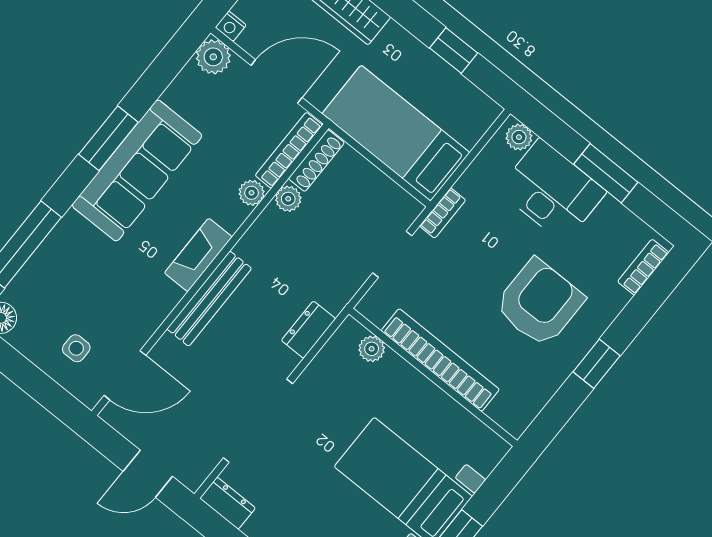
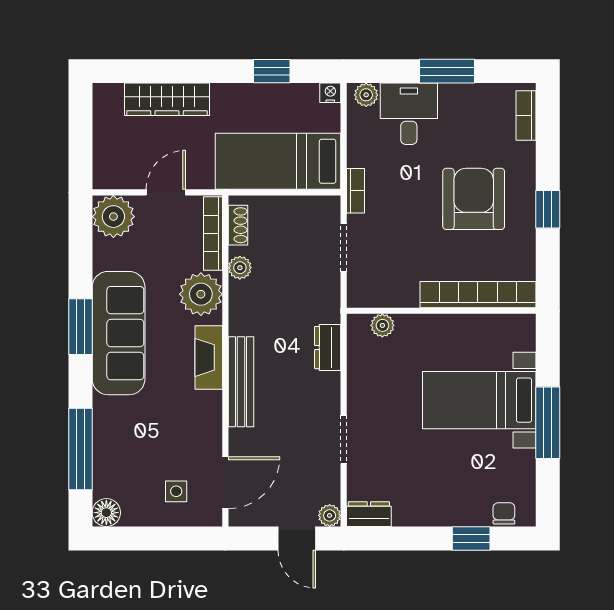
nightstand: (231, 26) -> (330, 93), moved, turned 180
plant: (213, 57) -> (113, 217), width x1.36, depth x1.36
door: (277, 81) -> (166, 192), width x0.73
shoe rack: (316, 161) -> (238, 225), width x0.70
desk: (552, 191) -> (409, 114), width x0.73
plant: (252, 193) -> (201, 294), width x1.88, depth x1.88
bookcase: (440, 360) -> (478, 295), moved
doorway: (258, 421) -> (344, 439), width x0.53
door: (148, 474) -> (297, 538), hinge flipped
plant: (192, 477) -> (330, 515), added

